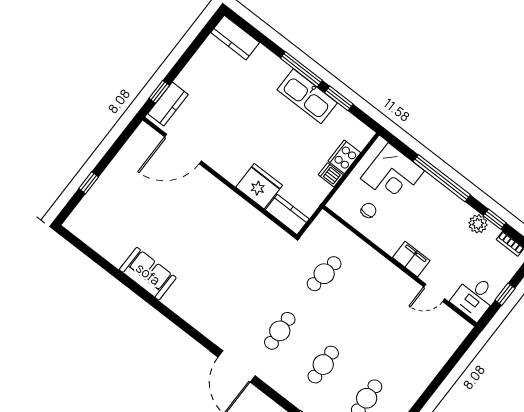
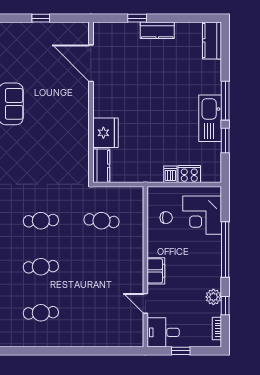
kitchen counter: (168, 104) -> (157, 30), moved
door: (183, 149) -> (91, 63), moved
wall: (220, 178) -> (91, 102), moved
fridge: (259, 186) -> (105, 133), moved
kitchen counter: (287, 214) -> (101, 166), moved

